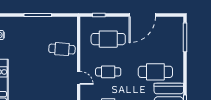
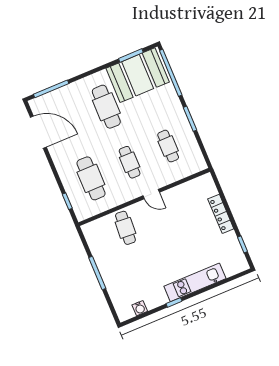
door: (142, 15) -> (38, 132), moved
door: (79, 78) -> (151, 194), swing flipped

